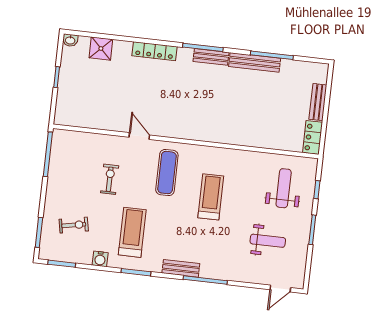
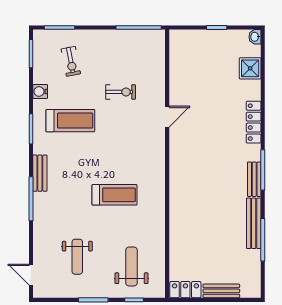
exercise mat: (167, 173) -> (134, 148), removed
weight bench: (284, 188) -> (132, 266), turned -90

